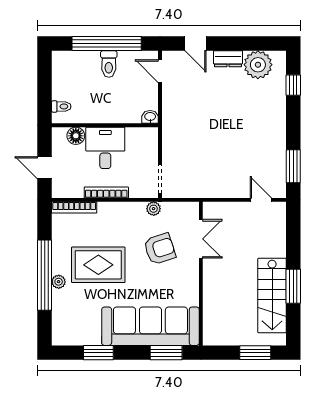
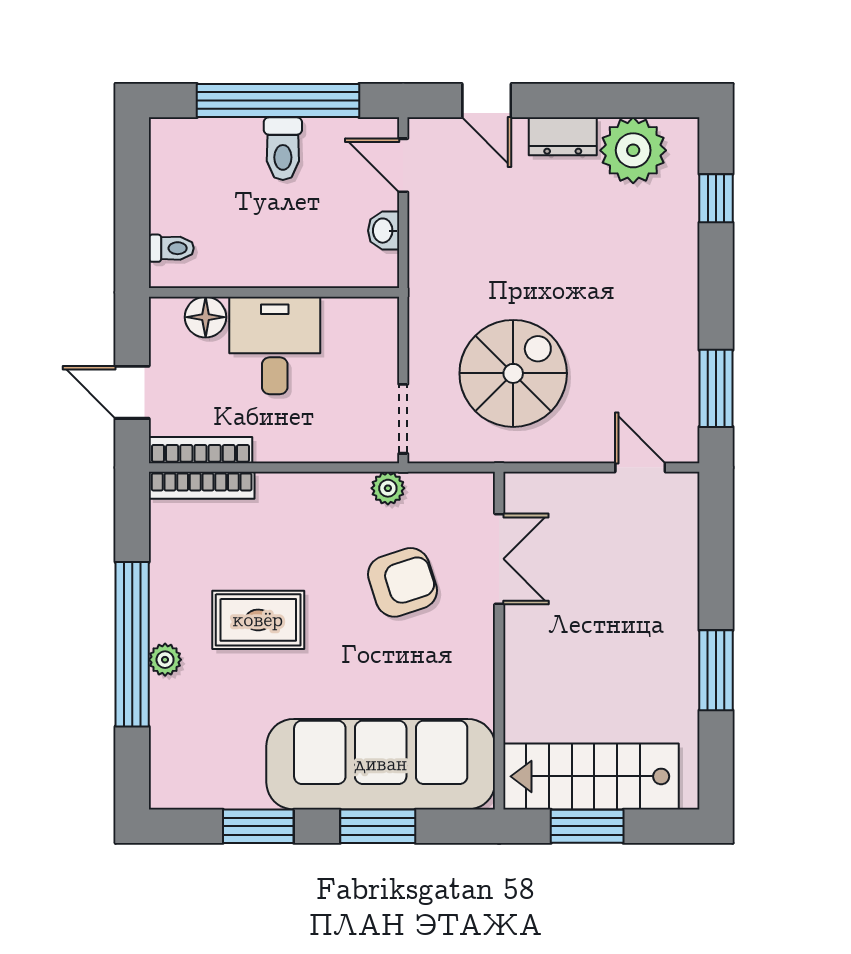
washbasin: (150, 117) -> (384, 231), moved, turned -90
spiral stairs: (207, 160) -> (513, 373), added
bookcase: (106, 192) -> (200, 450), moved
rug: (98, 265) -> (258, 620), width x0.73, depth x0.70
stairs: (272, 295) -> (591, 776), moved, turned 90
window: (166, 353) -> (378, 826), moved
window: (255, 353) -> (587, 826), moved

